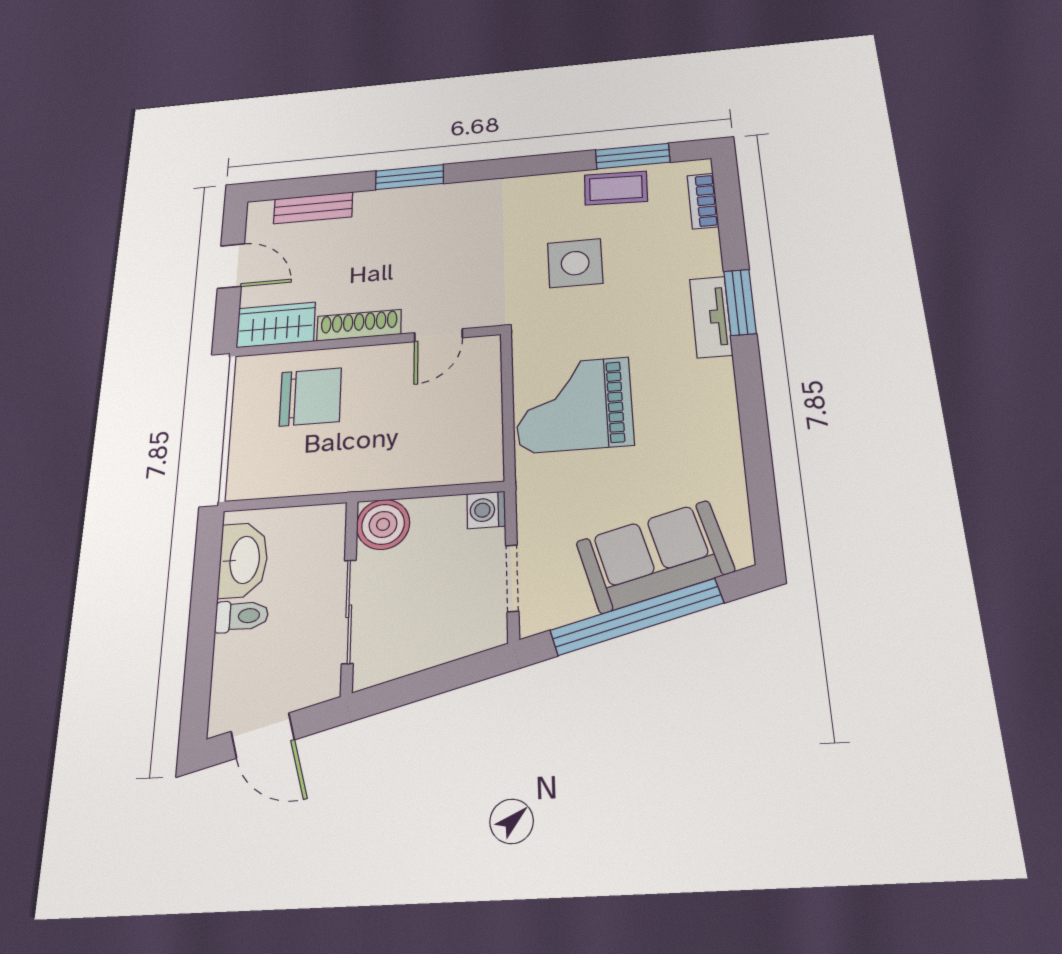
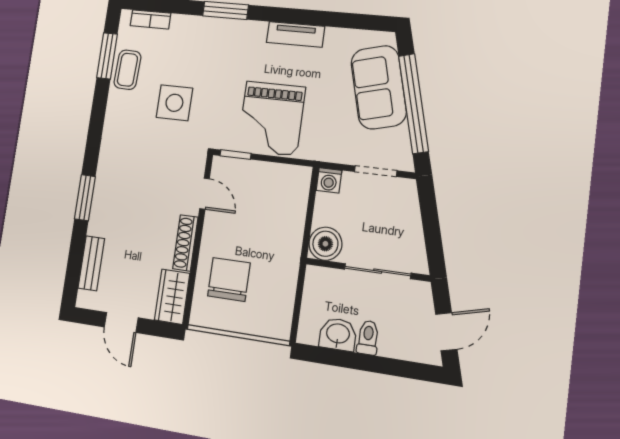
door: (231, 266) -> (121, 322), swing flipped
tv unit: (711, 317) -> (295, 34), moved
window: (507, 366) -> (236, 155), added
washbasin: (243, 560) -> (338, 334), width x0.72

